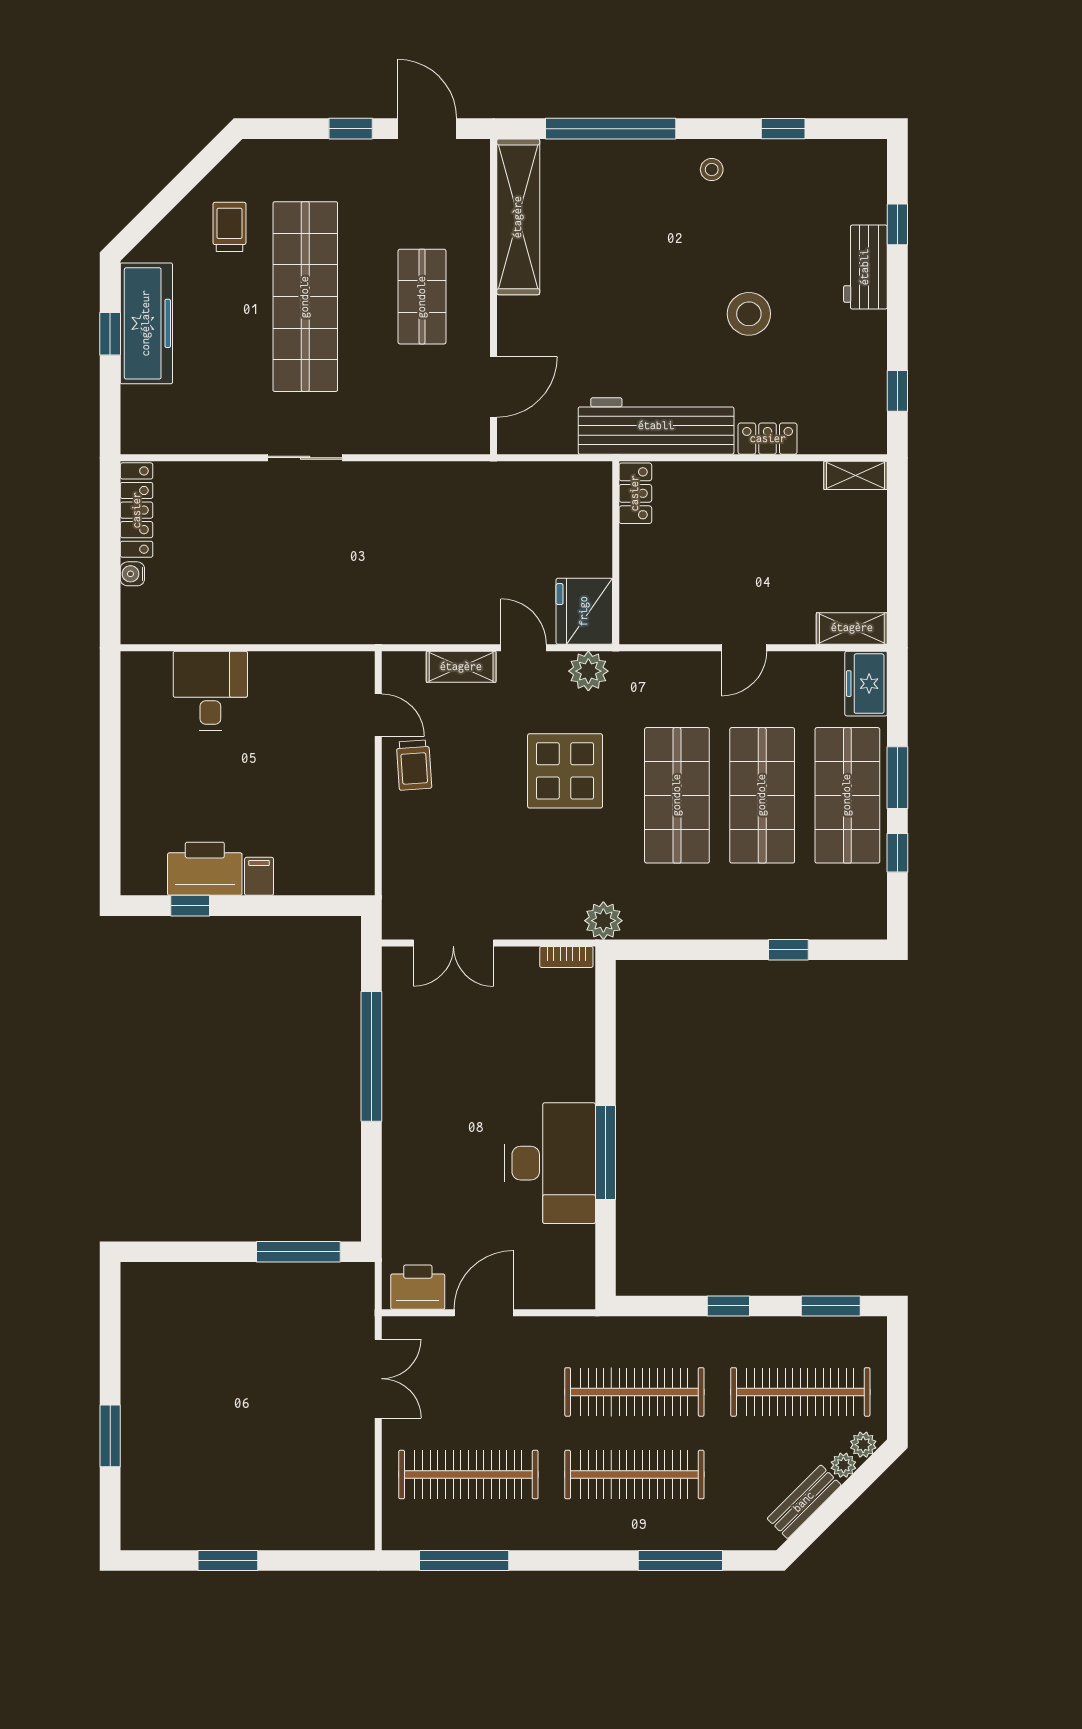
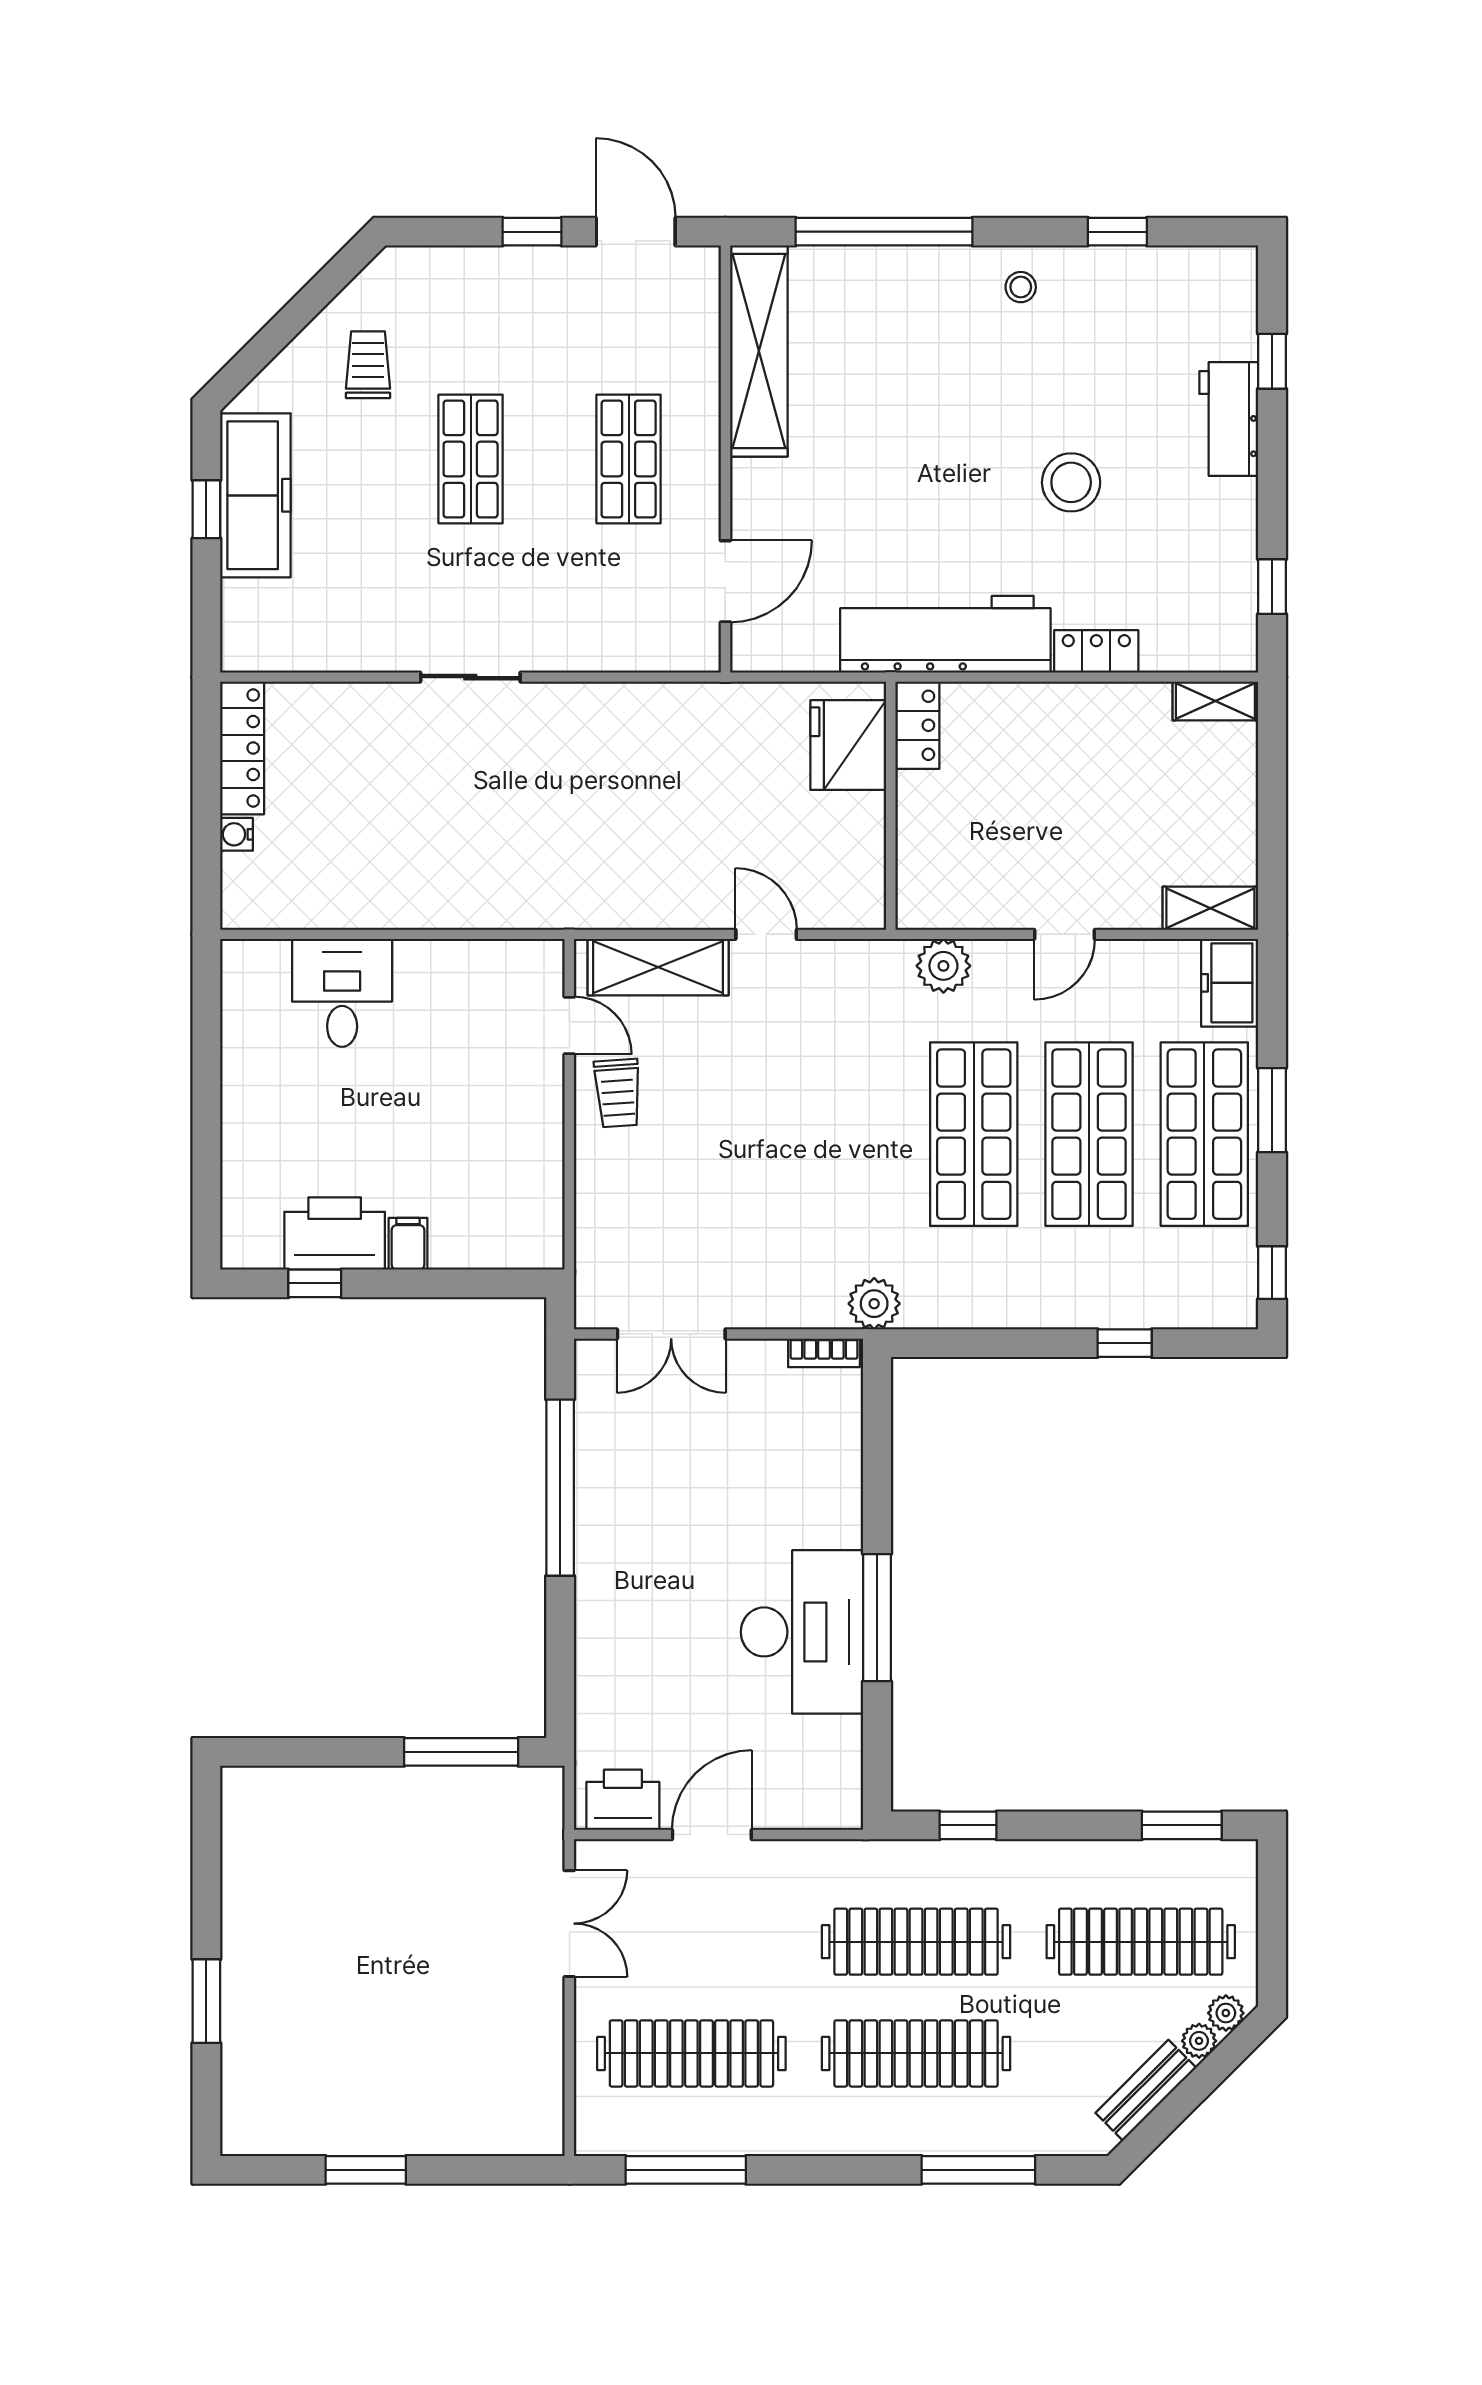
shop shelf: (305, 297) -> (471, 459), width x0.50, depth x0.74
fridge: (584, 611) -> (848, 745), moved
shelving: (461, 667) -> (658, 967), width x1.50, depth x1.33
plant: (588, 671) -> (943, 966), moved
display table: (565, 771) -> (822, 1101), removed
window: (897, 853) -> (1272, 1273), moved
window: (728, 1306) -> (968, 1825), moved

